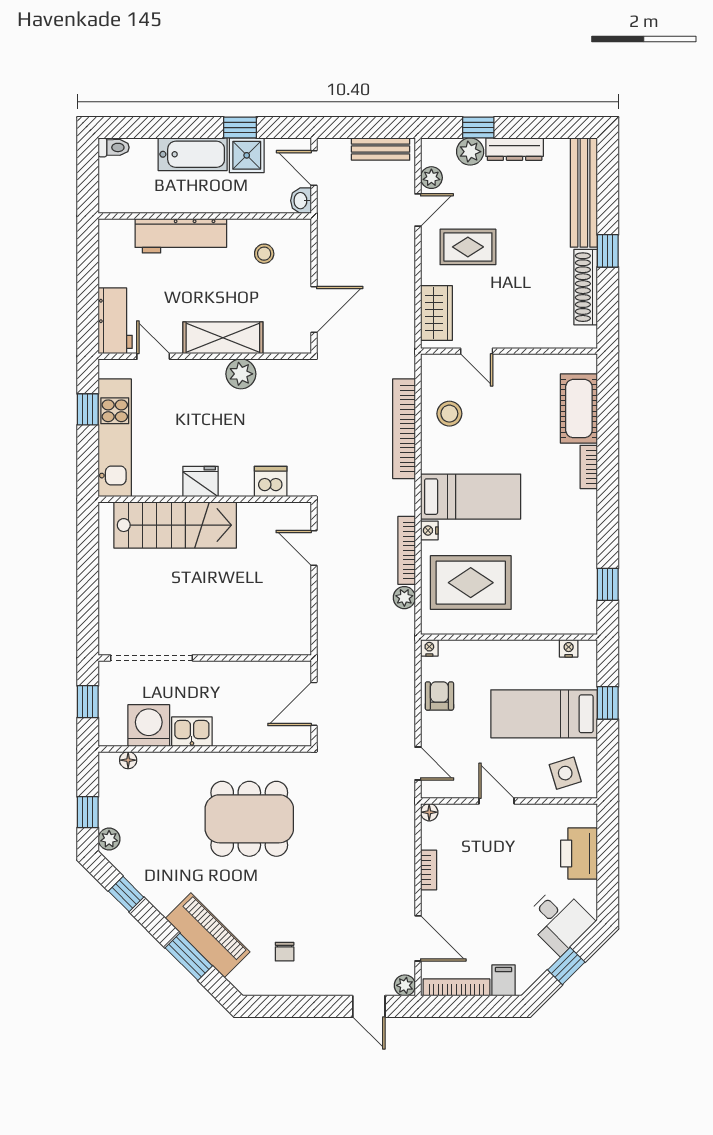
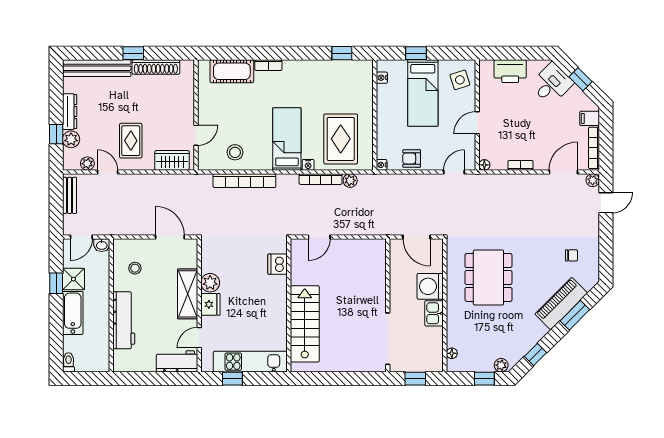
fridge: (200, 482) -> (210, 304), moved, turned 180
washing machine: (149, 726) -> (430, 286), moved

